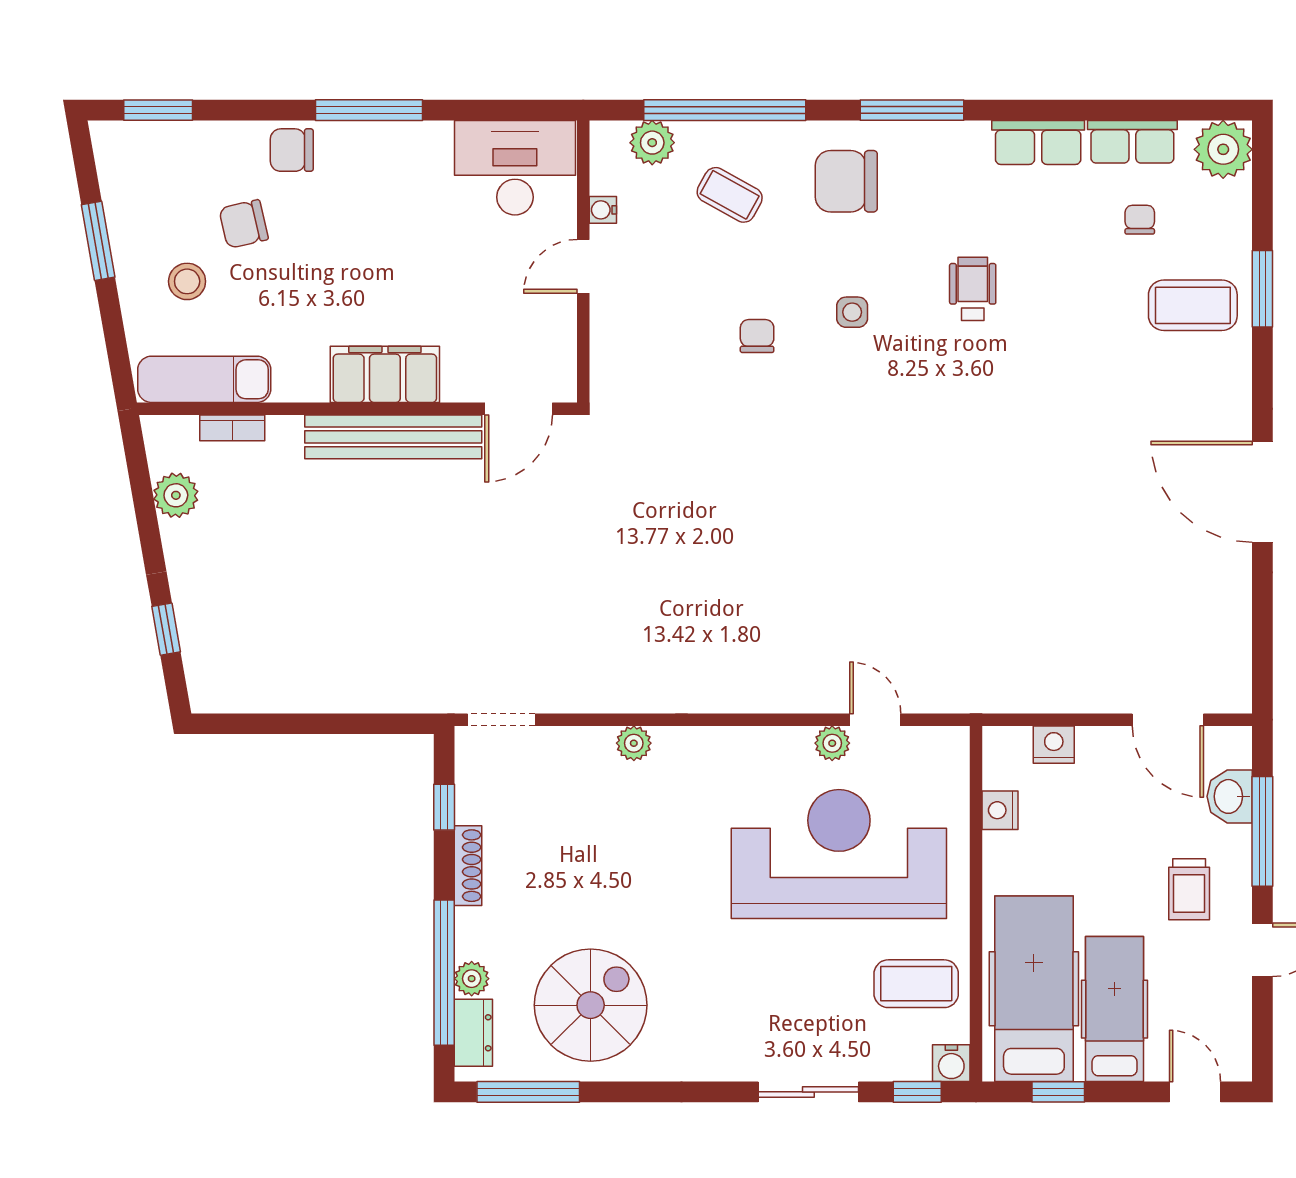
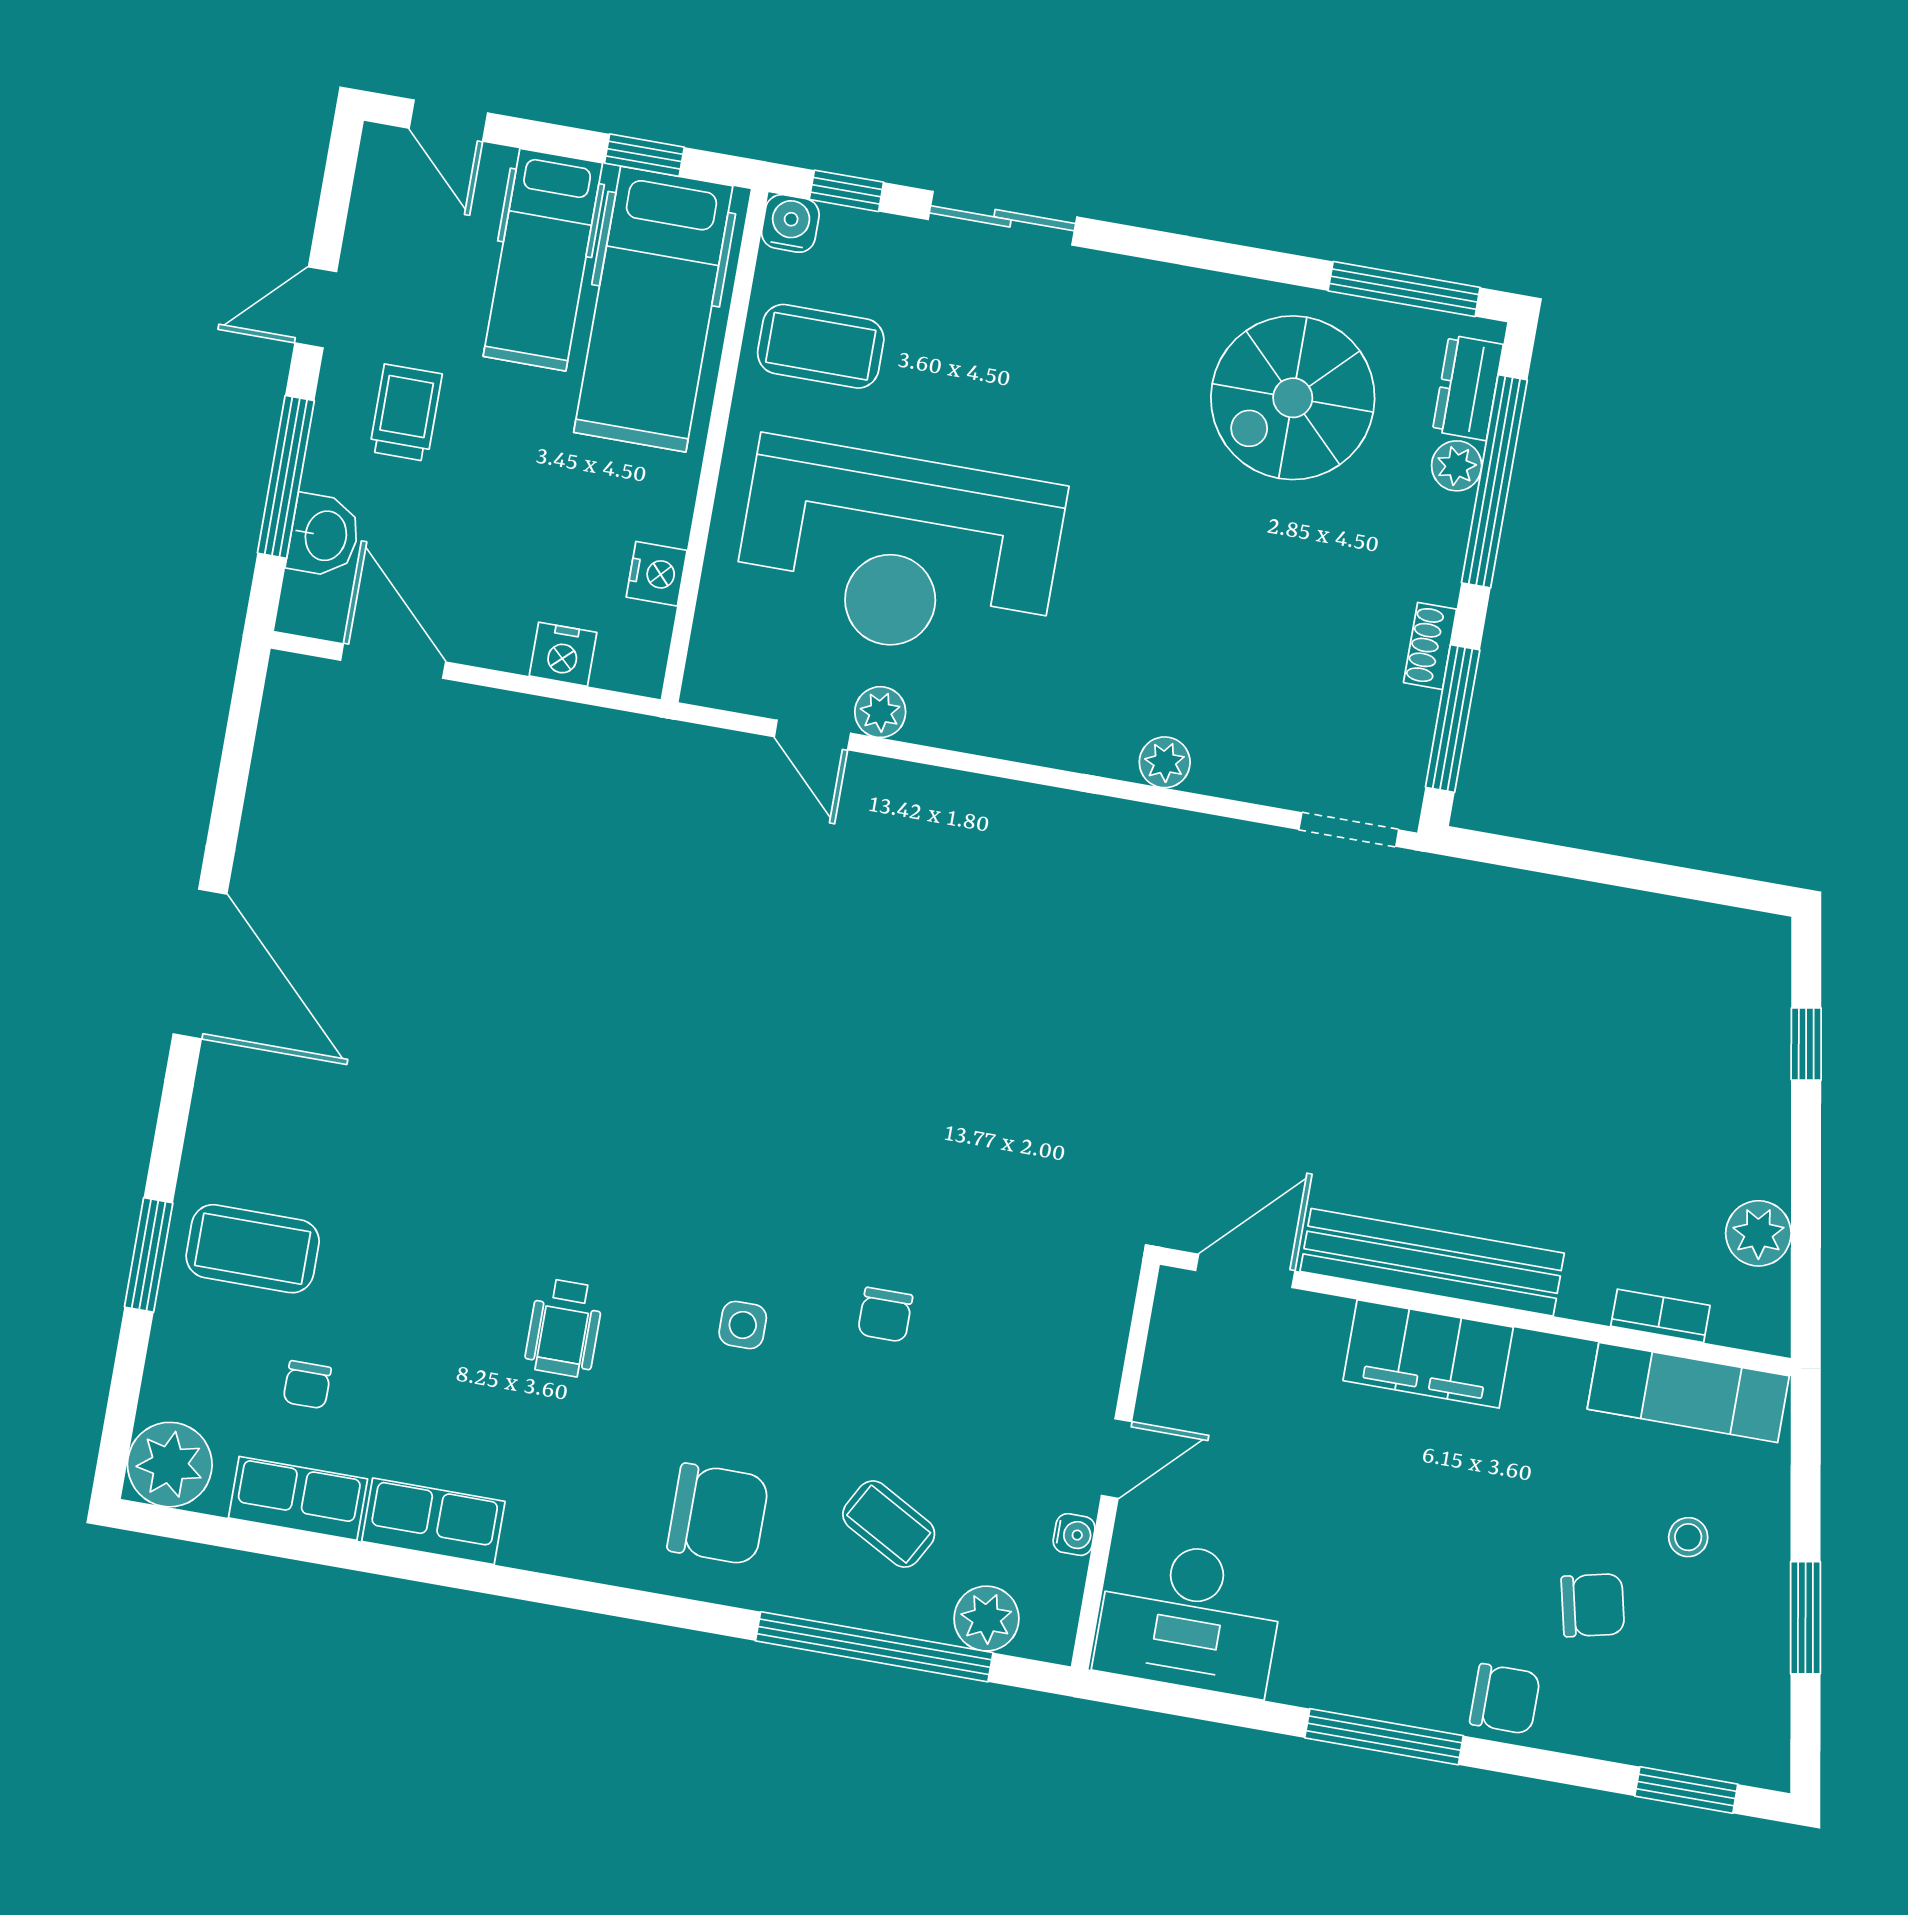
window: (912, 110) -> (606, 1600), removed
stool: (187, 281) -> (1688, 1537), width x0.73, depth x0.73
window: (444, 807) -> (1453, 719), width x2.17
shoe rack: (468, 866) -> (1430, 646), width x0.70

